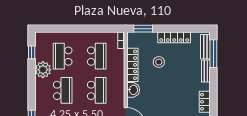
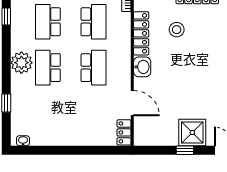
plant: (43, 70) -> (21, 63), moved
school desk: (63, 90) -> (48, 68), turned 180

